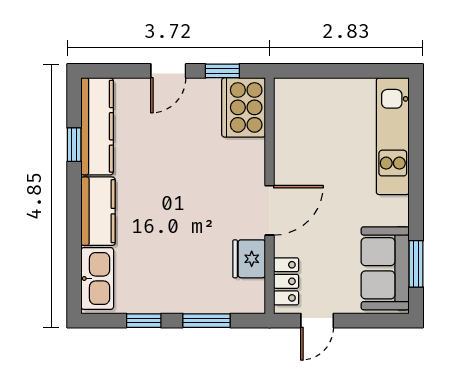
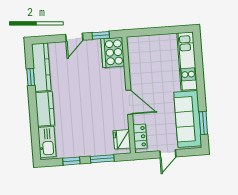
door: (270, 210) -> (129, 102), hinge flipped
fridge: (249, 259) -> (122, 139), moved
sofa: (385, 268) -> (188, 119), width x1.36
door: (317, 321) -> (168, 154), moved

